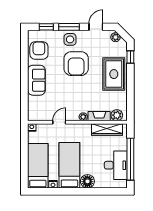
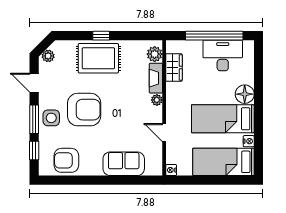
window: (130, 57) -> (101, 36), moved
sofa: (36, 80) -> (124, 164), moved
wardrobe: (107, 129) -> (174, 68), width x0.67

